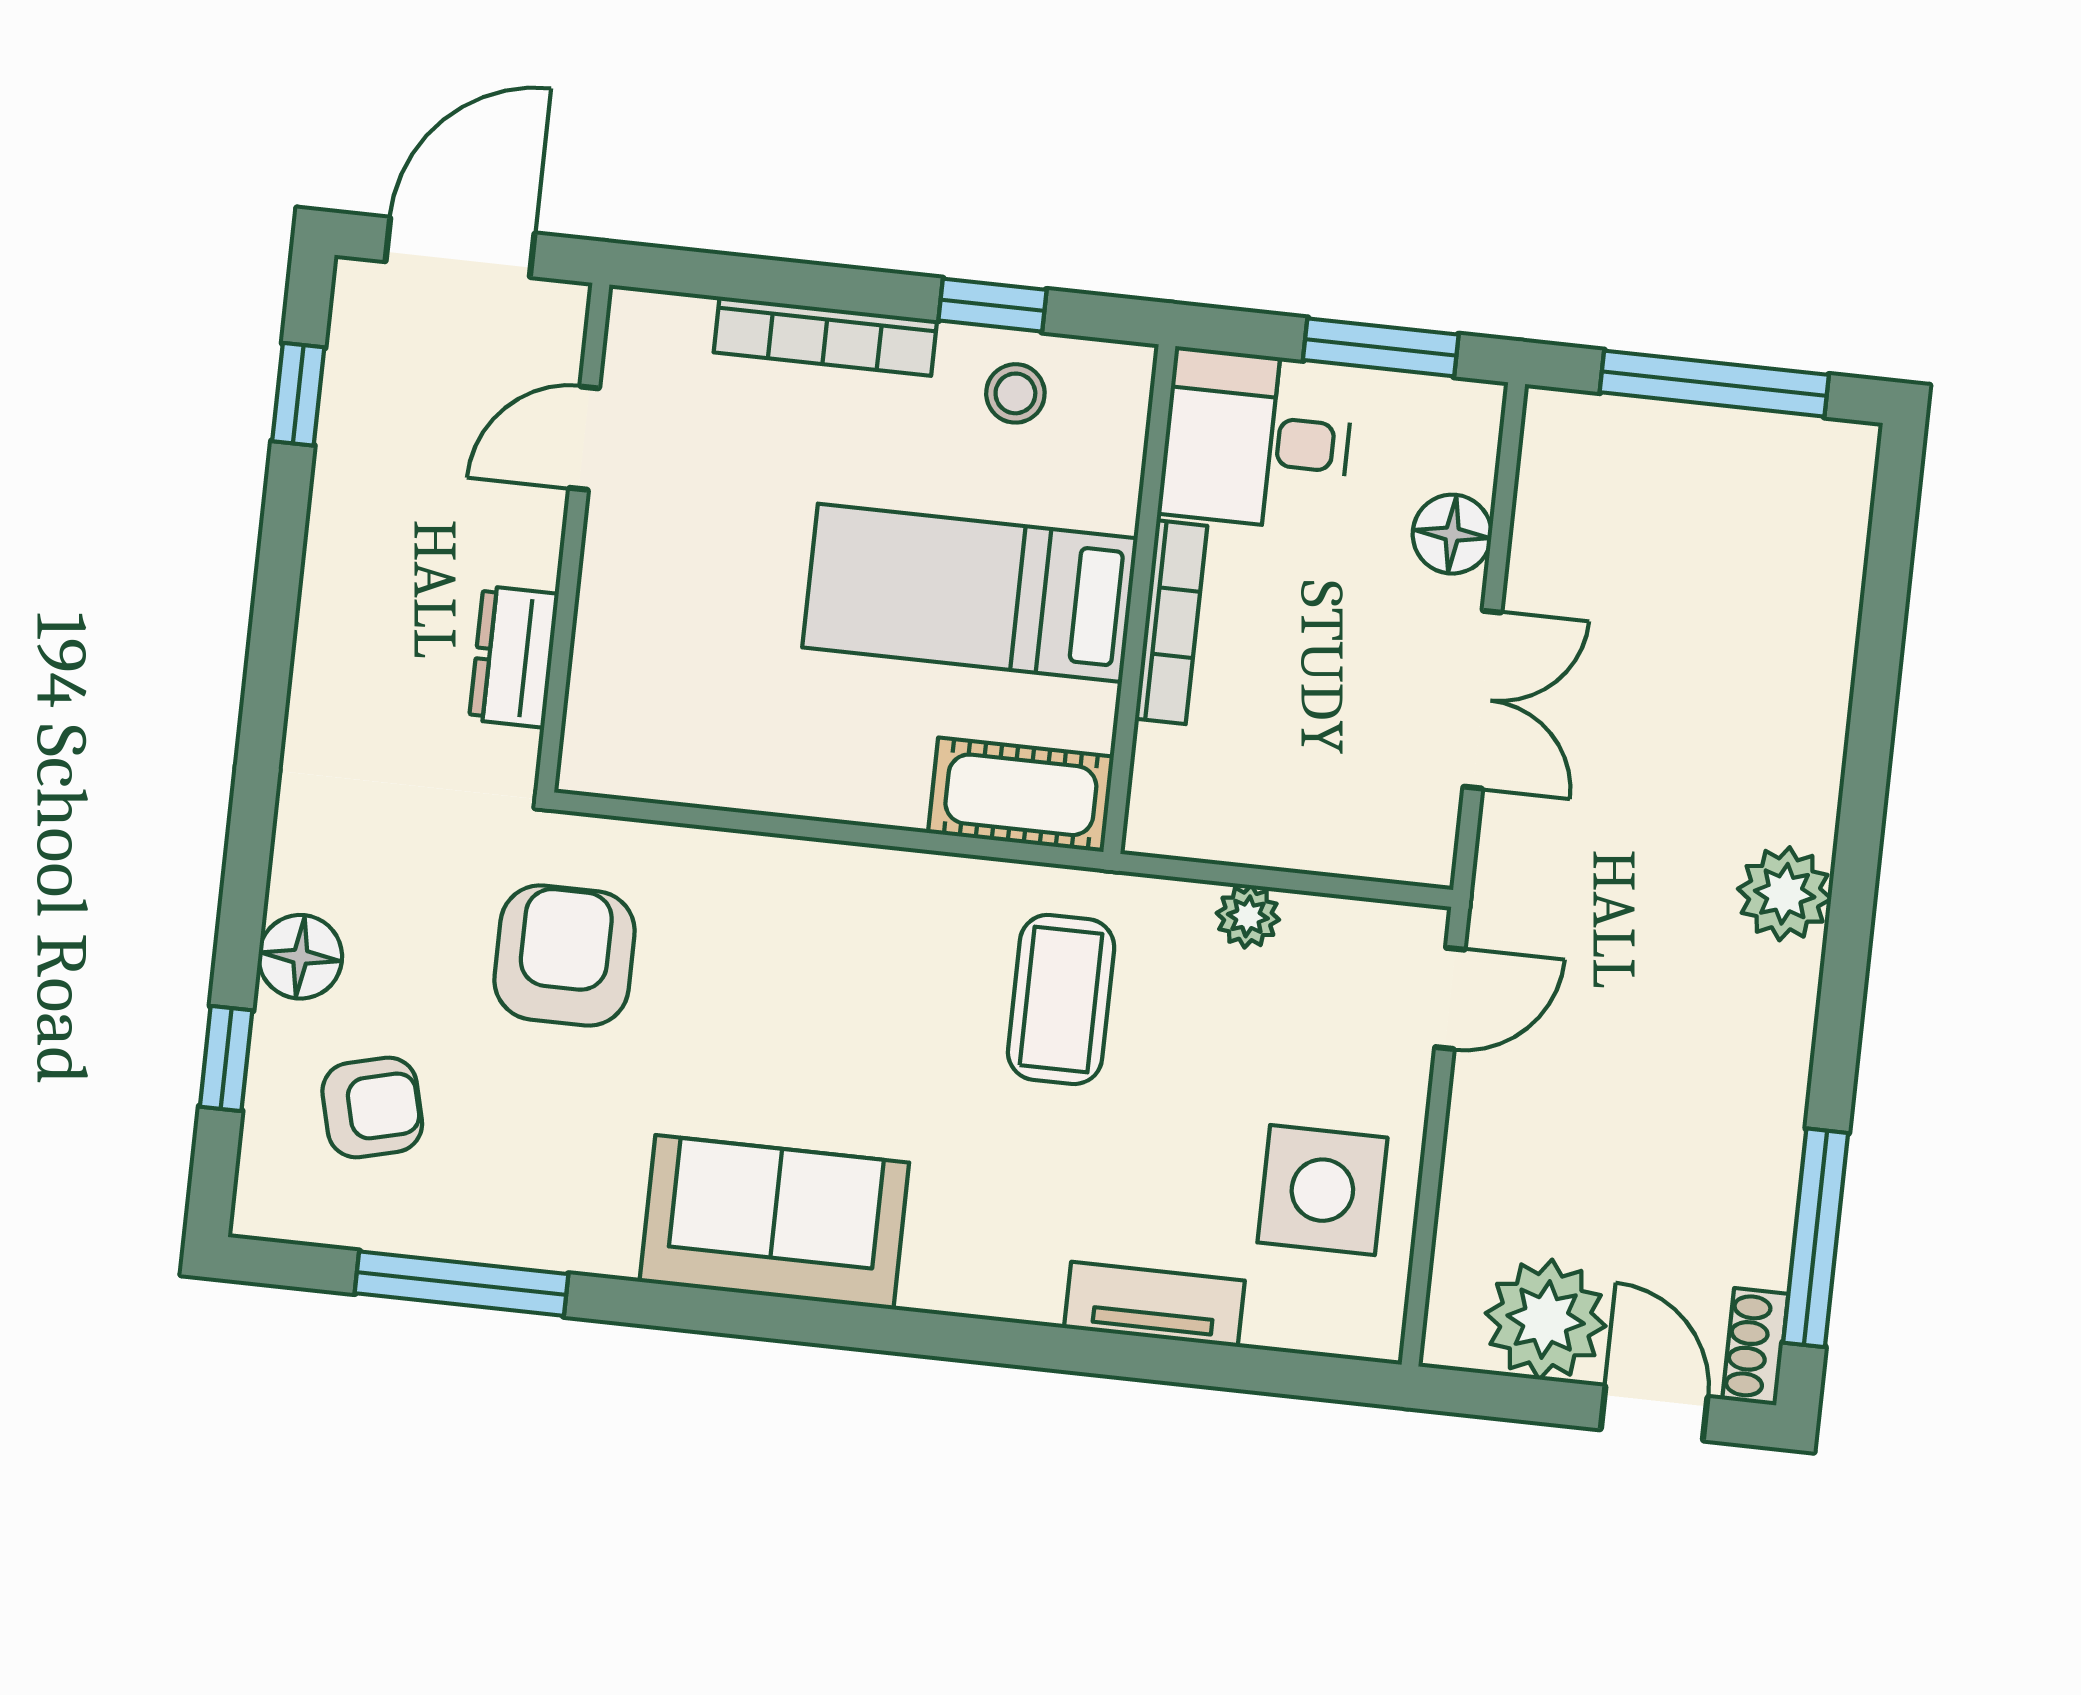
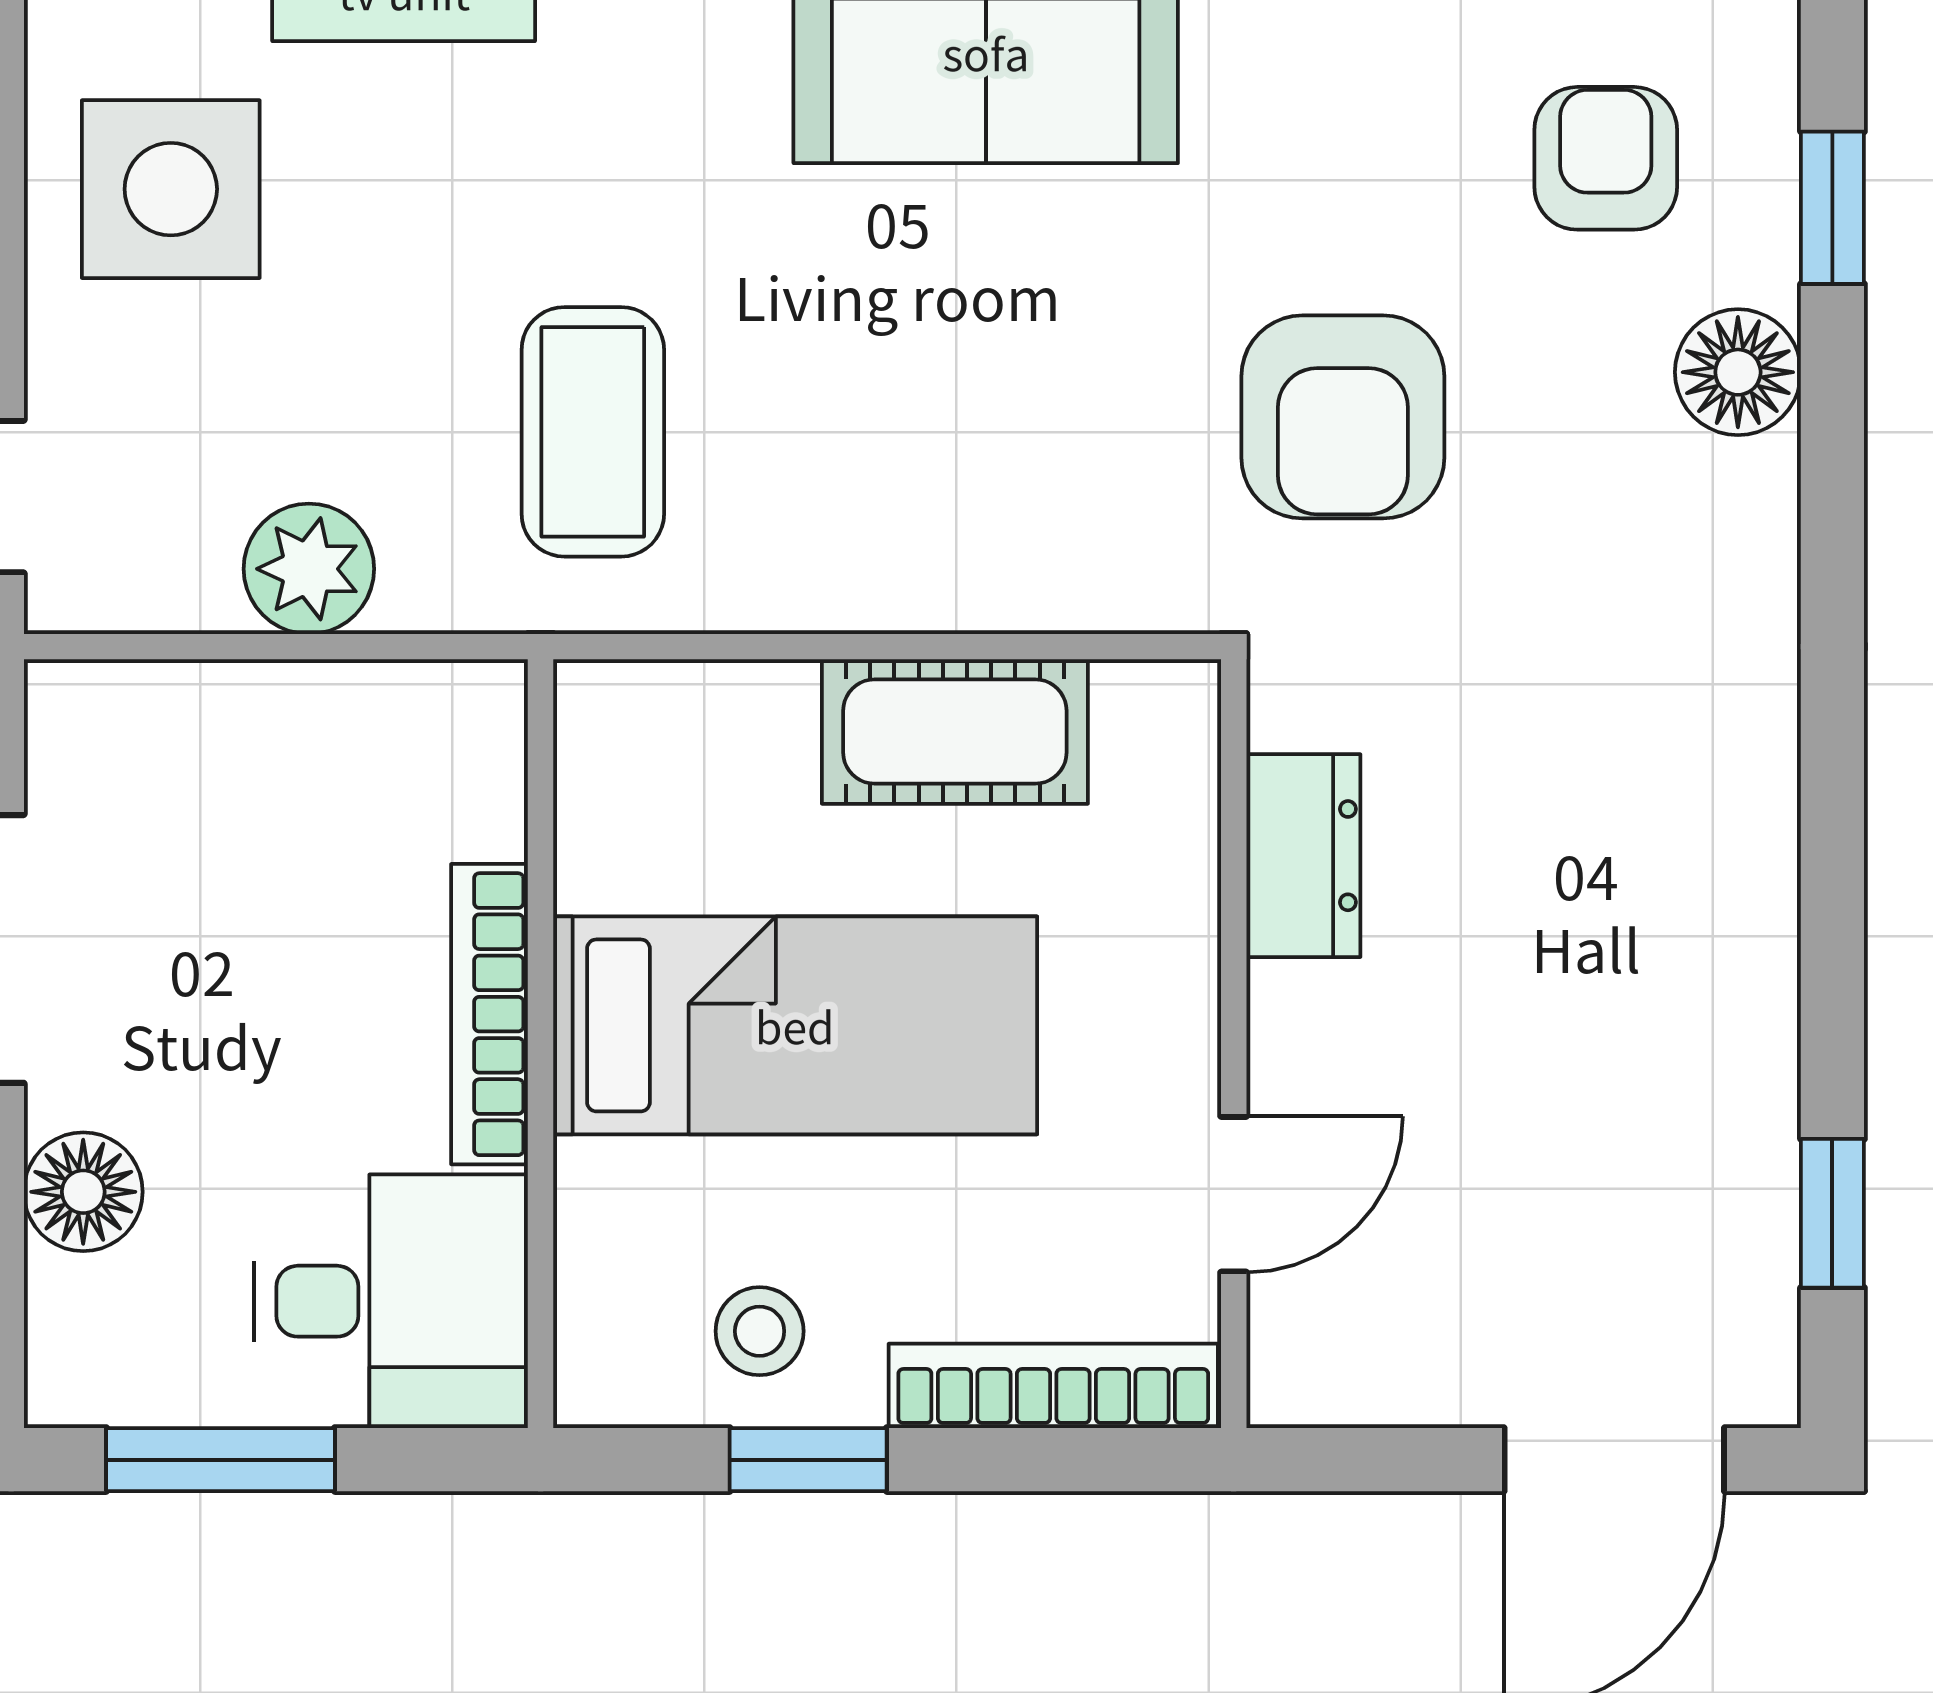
door: (584, 438) -> (1234, 1194), moved
wall: (573, 538) -> (1234, 1044), moved
dresser: (514, 657) -> (1303, 856), moved
cot: (1021, 795) -> (955, 732), moved
plant: (1248, 916) -> (309, 569), width x1.38, depth x1.38
armchair: (372, 1107) -> (1606, 158), turned 104

